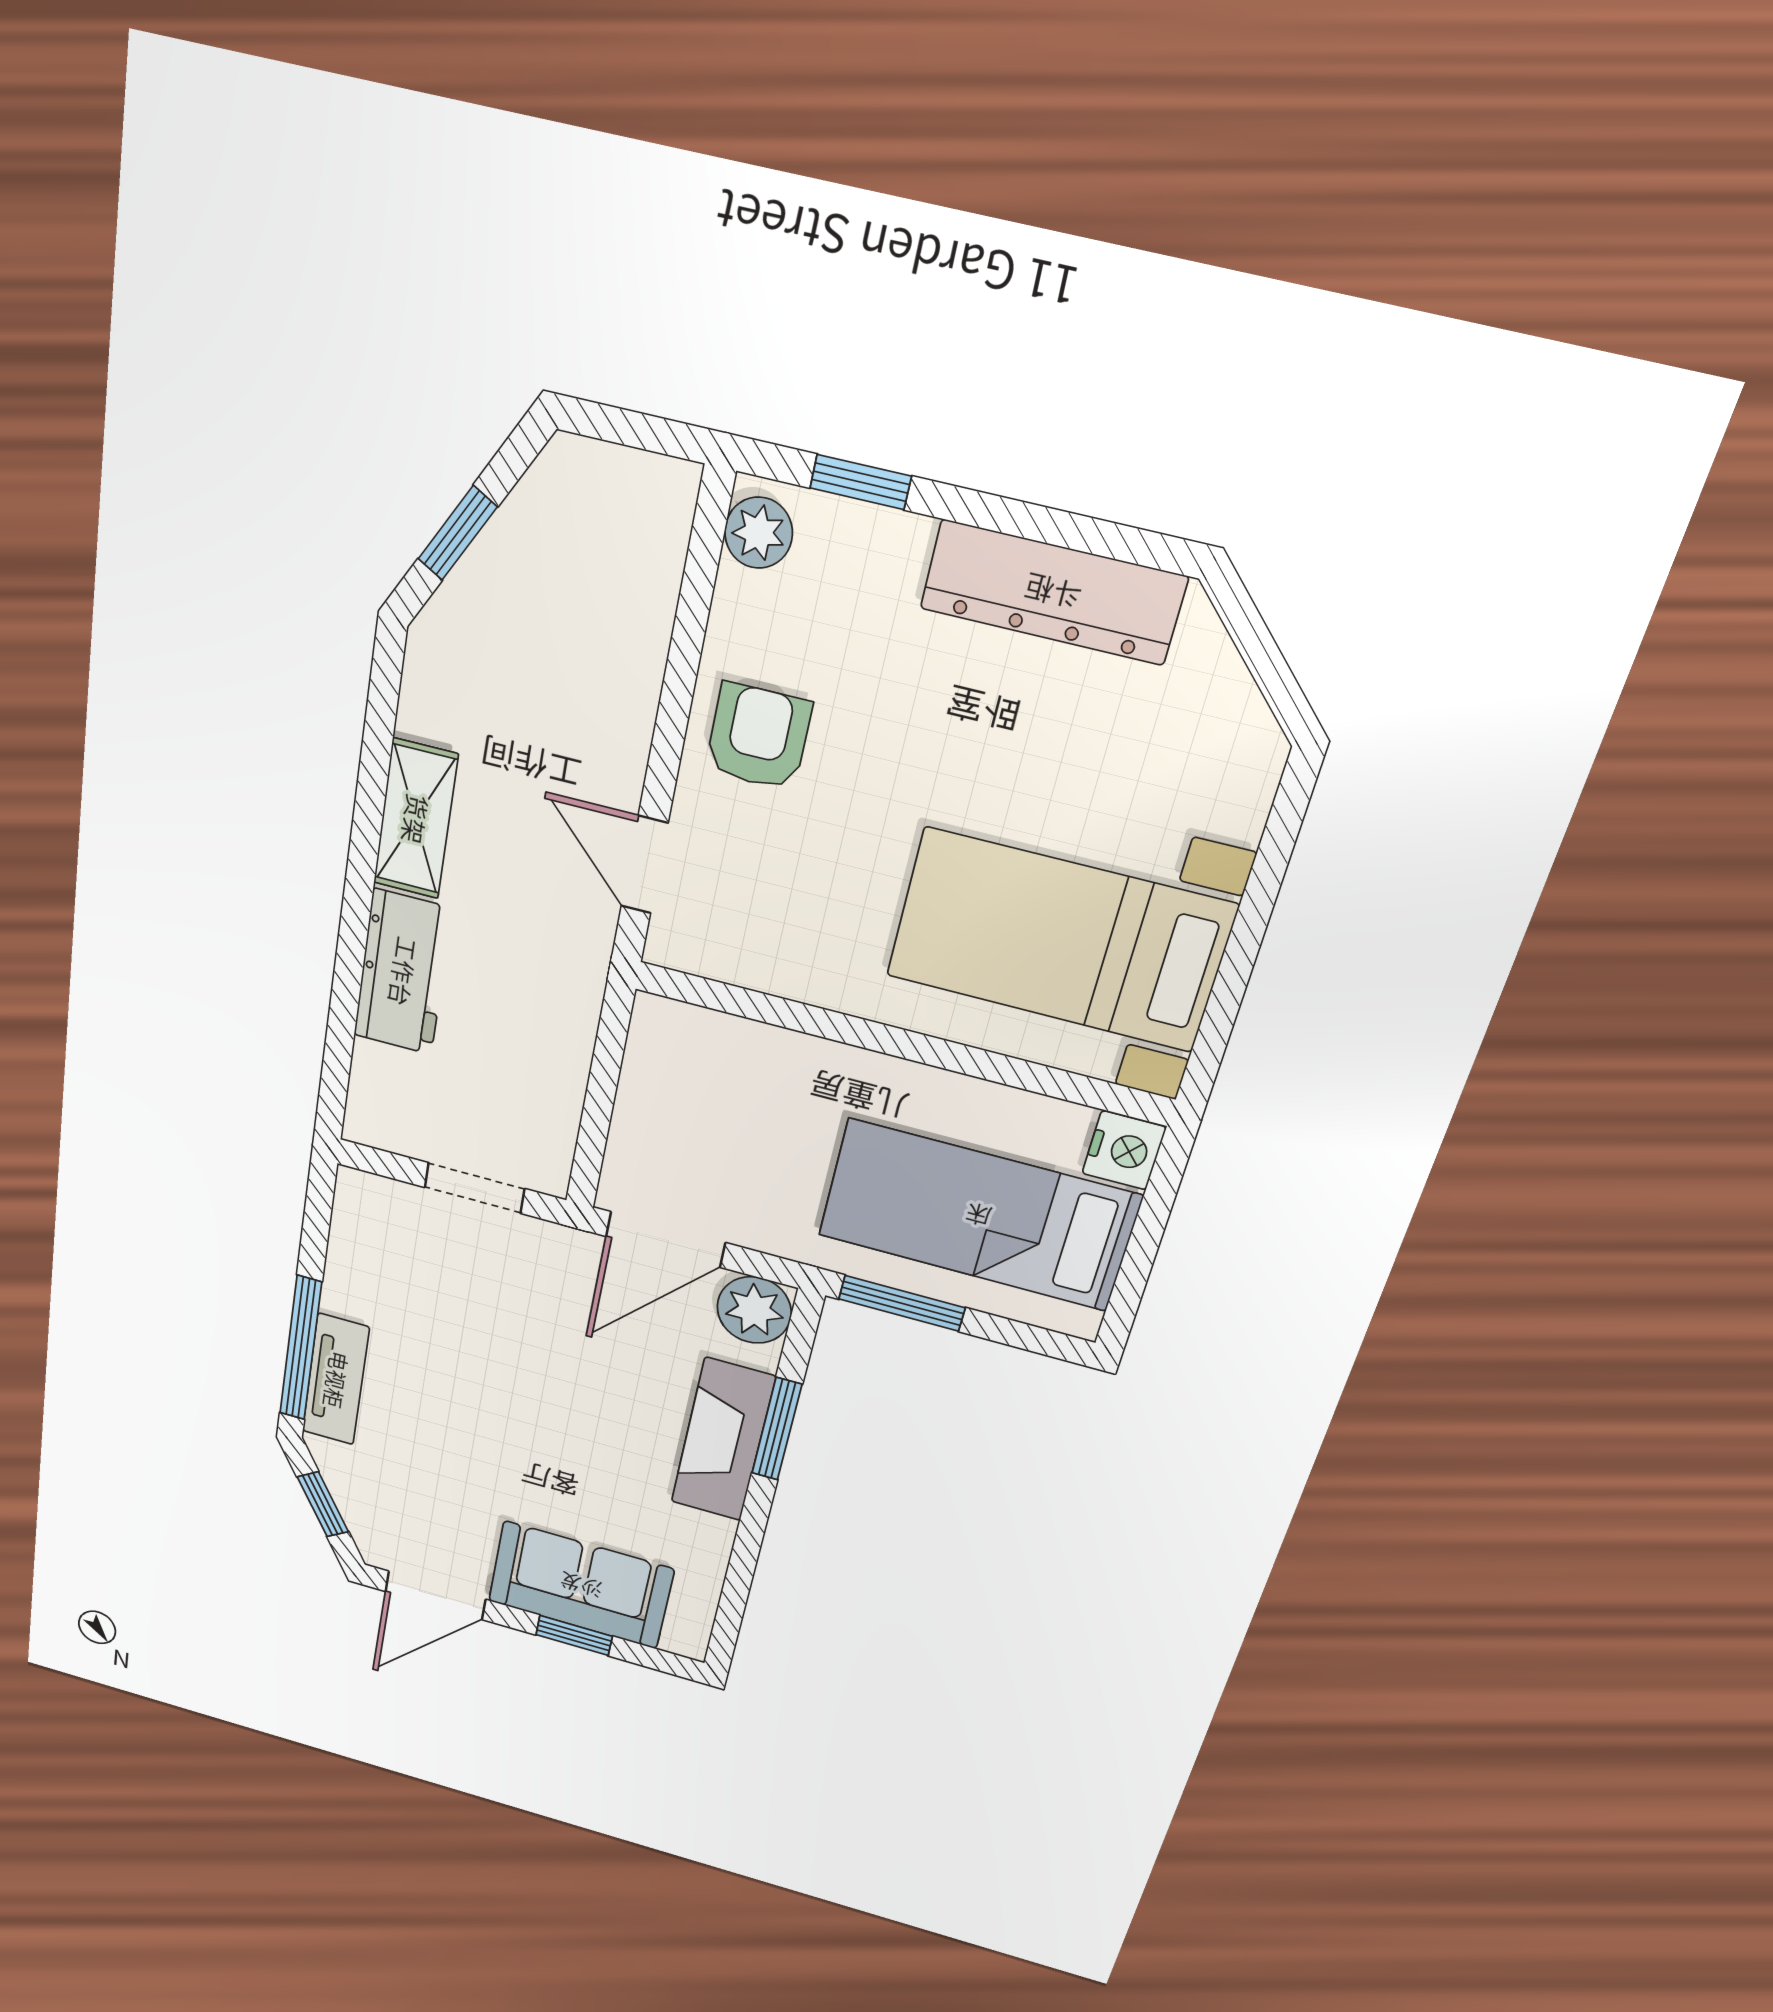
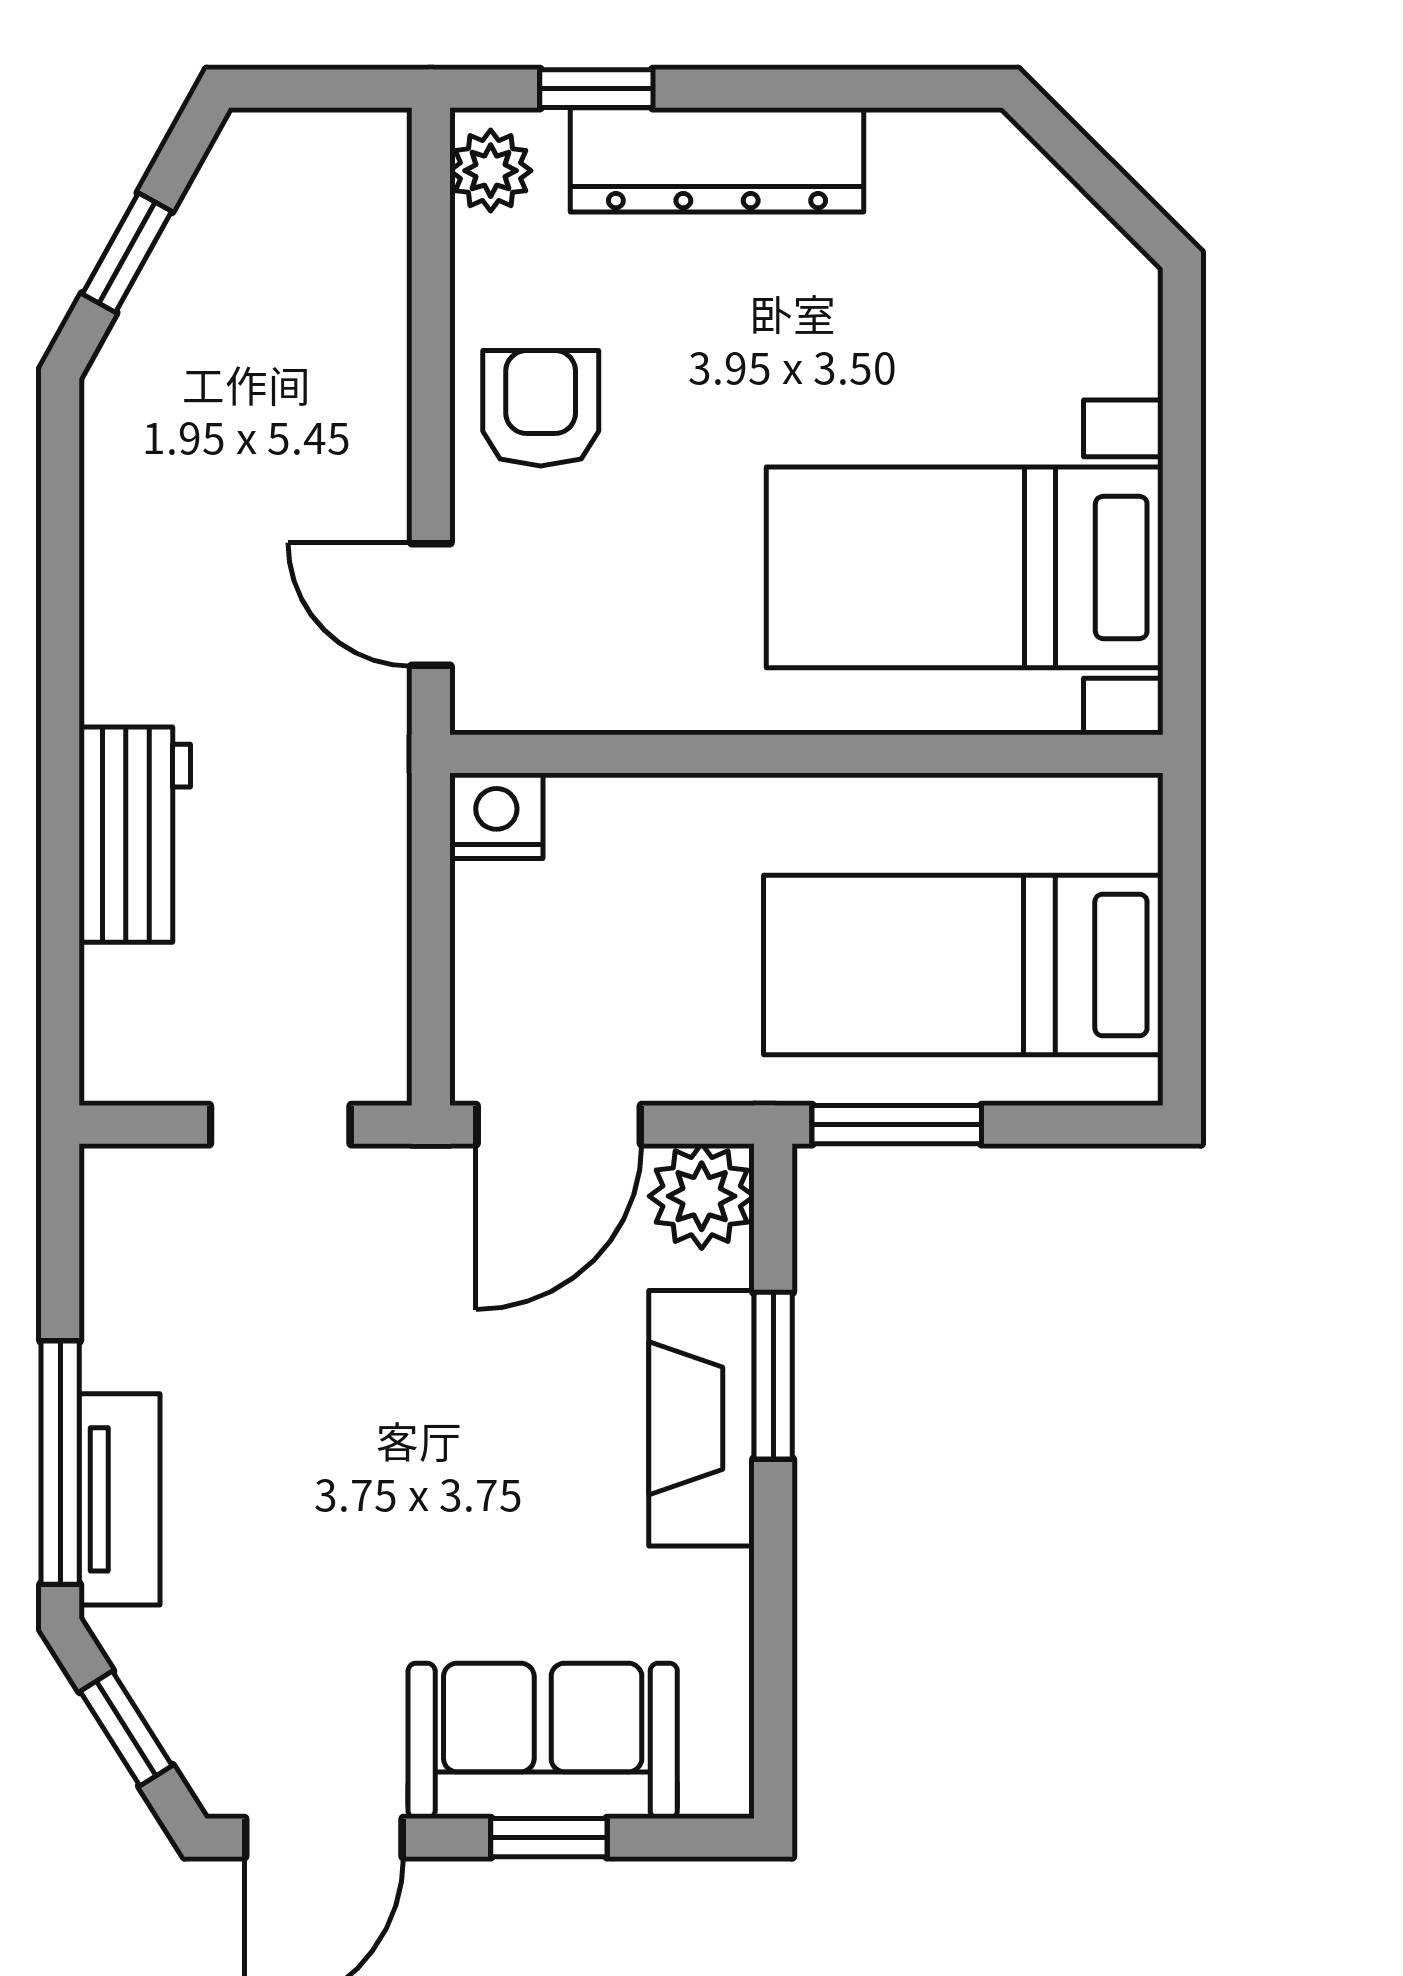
dresser: (1053, 592) -> (717, 160), moved
shelving: (415, 819) -> (124, 620), removed
nightstand: (1124, 1150) -> (496, 816), moved, turned -90

